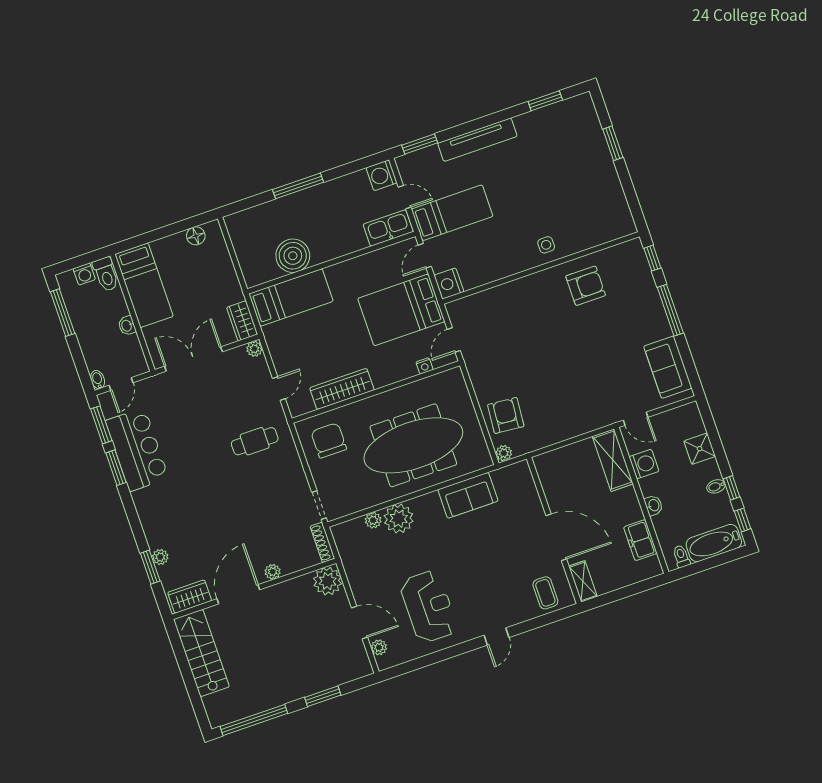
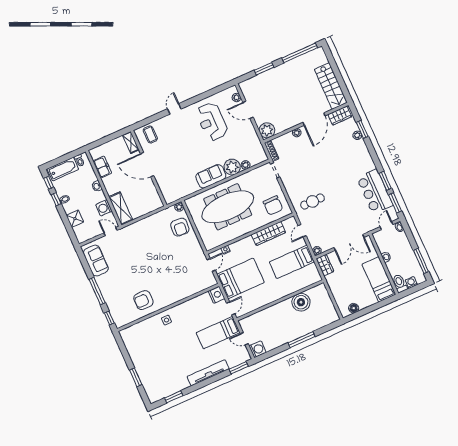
kitchen sink: (388, 228) -> (251, 321), removed
bed: (291, 297) -> (292, 262), moved
sofa: (468, 495) -> (211, 176), moved

